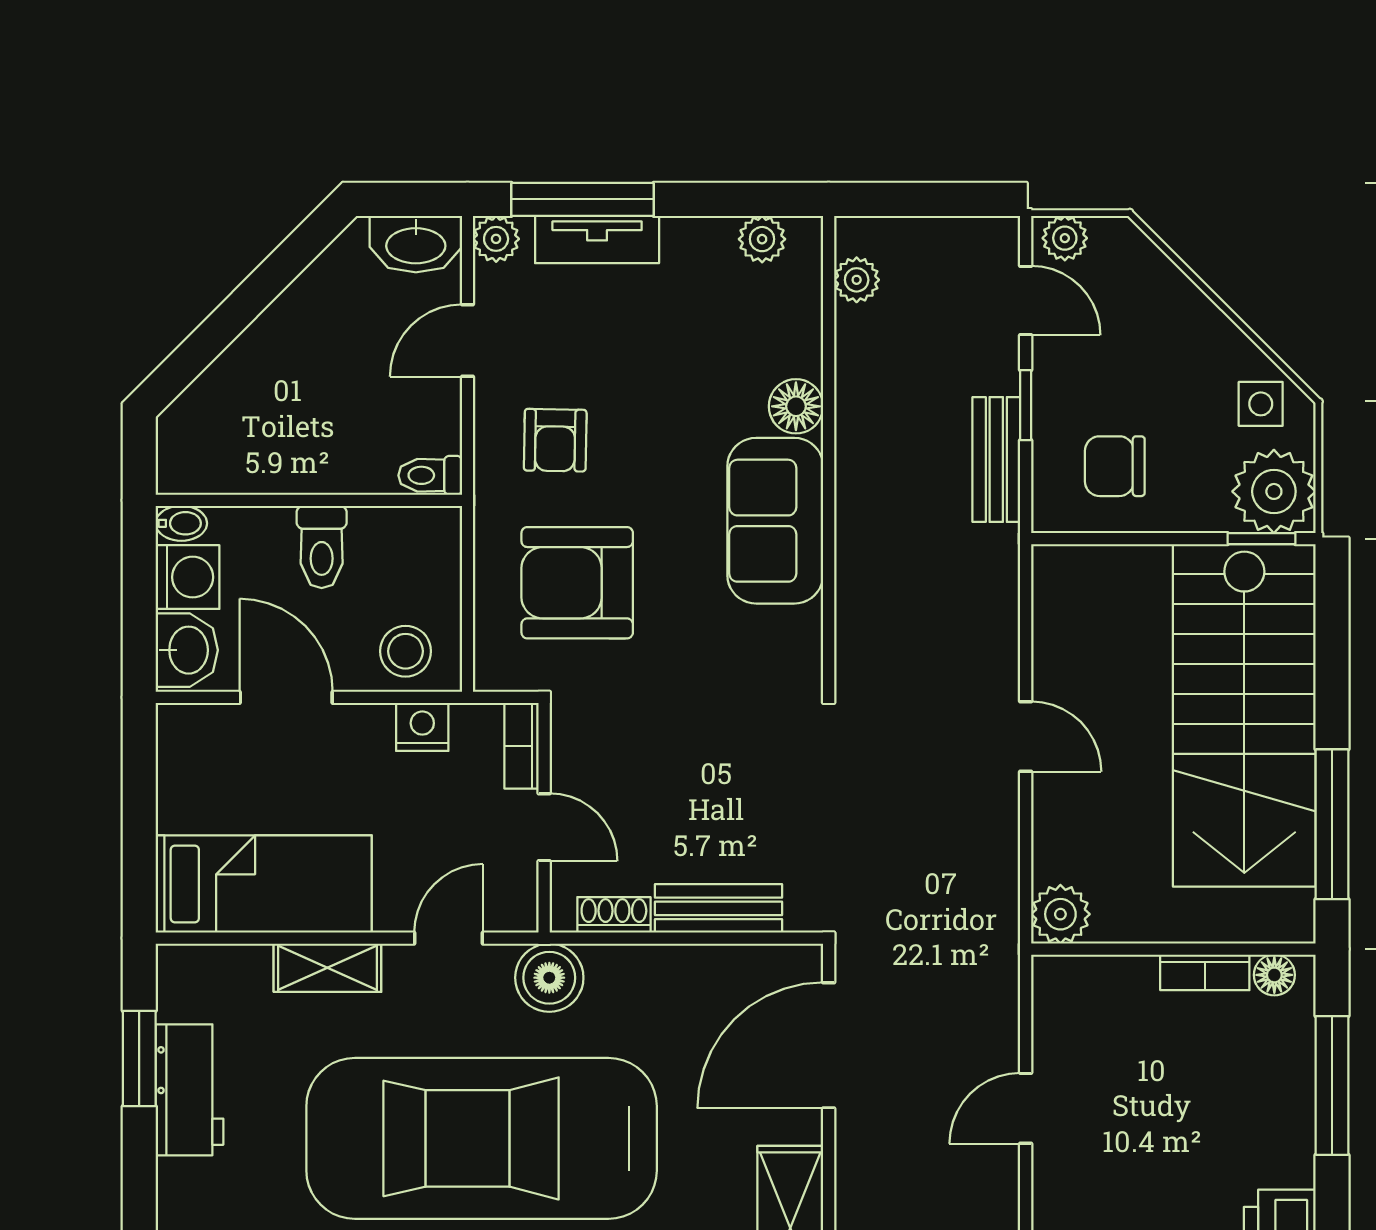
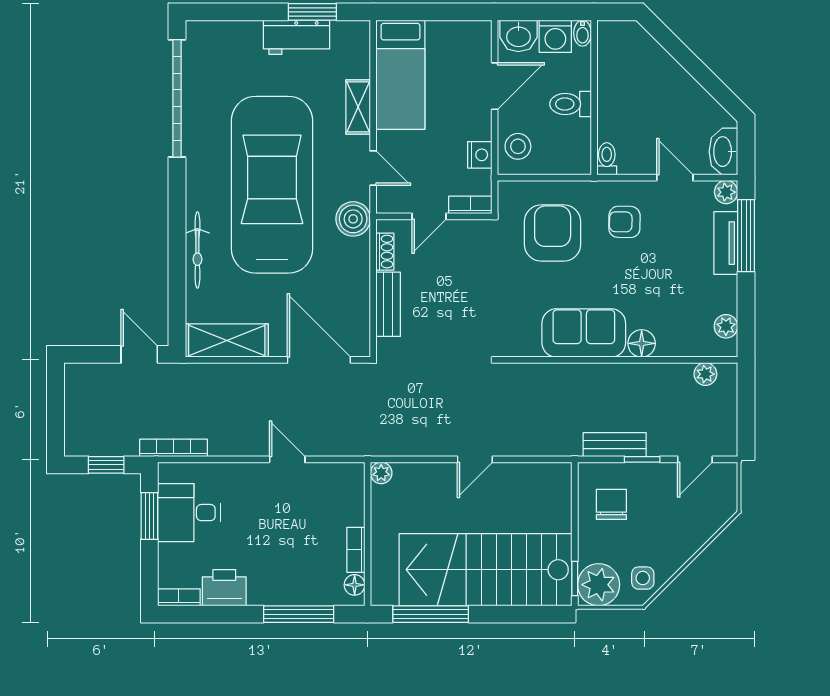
plant: (1065, 238) -> (726, 479), removed
plant: (1060, 914) -> (381, 473), width x0.73, depth x0.73

